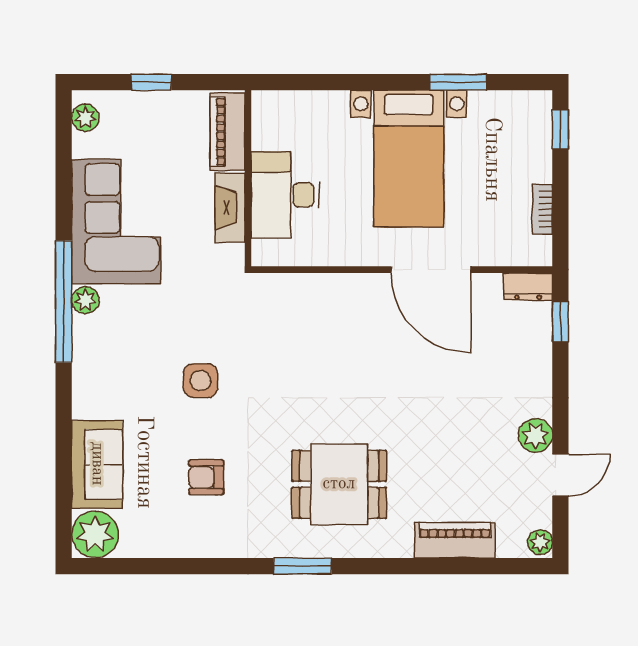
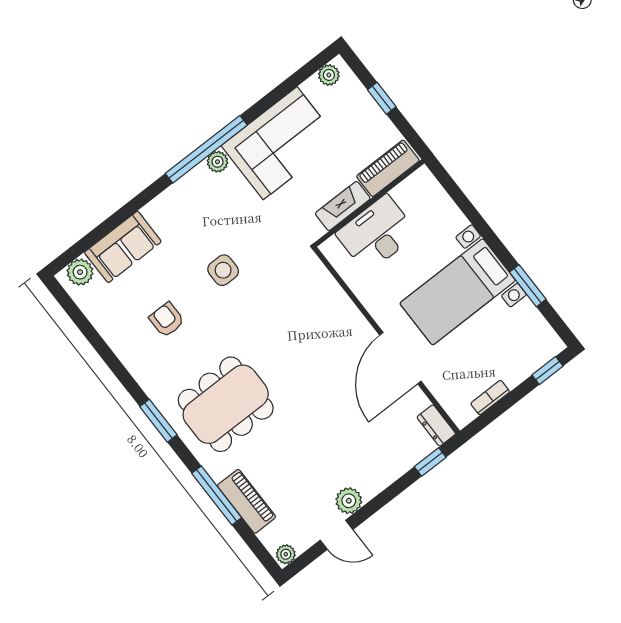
dining table: (339, 484) -> (226, 404), width x1.38
plant: (95, 534) -> (80, 272), width x0.73, depth x0.73
window: (425, 566) -> (217, 496), added

